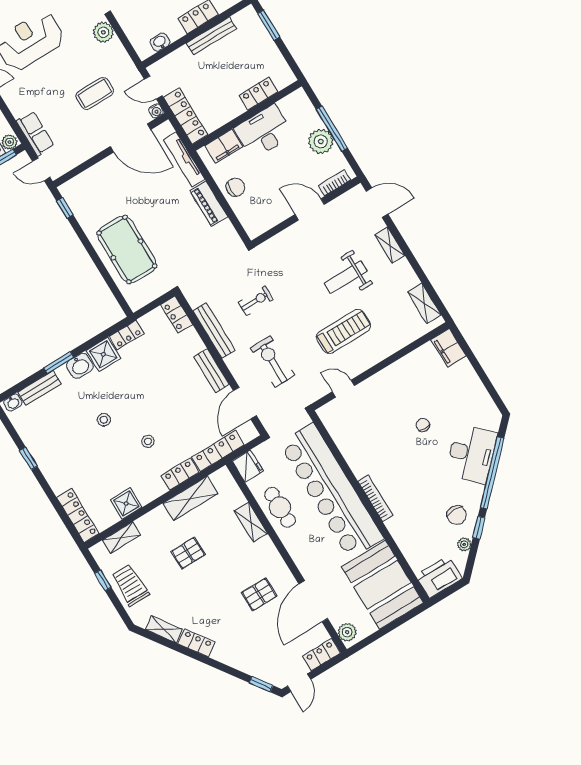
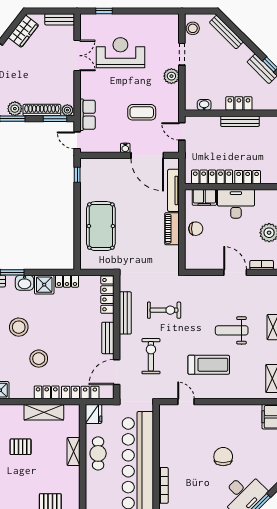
water cooler: (156, 111) -> (125, 148), moved
locker: (186, 116) -> (212, 177), moved, turned -90
exercise bike: (256, 301) -> (164, 310), width x1.38, depth x1.39
locker: (177, 315) -> (107, 295), width x1.53
stool: (104, 420) -> (19, 327), width x1.89, depth x1.89
chair: (423, 425) -> (223, 457), width x1.87, depth x1.87
stool: (148, 441) -> (39, 359), width x1.89, depth x1.89

